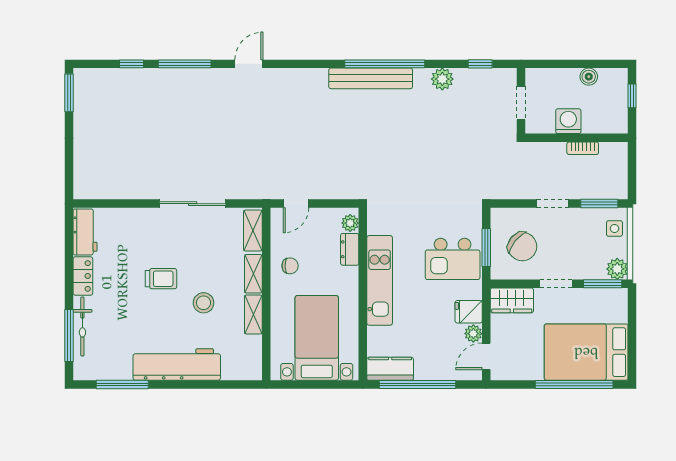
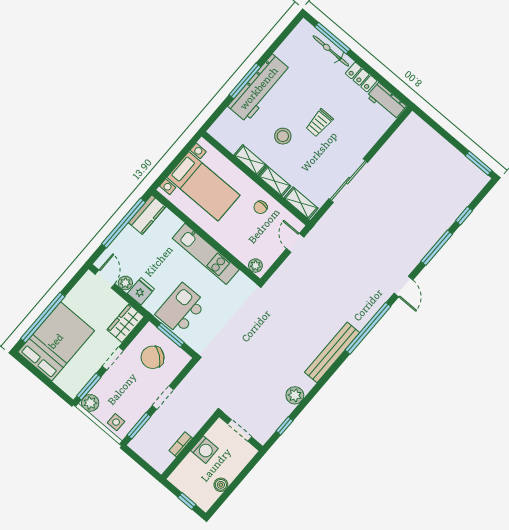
window: (385, 64) -> (368, 328), moved
dresser: (350, 249) -> (240, 252), removed
window: (122, 384) -> (245, 81), moved

